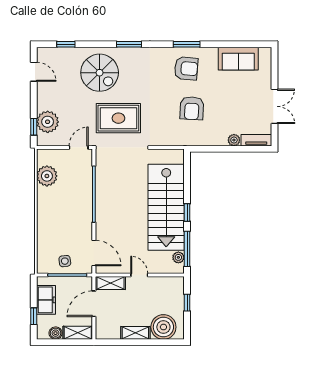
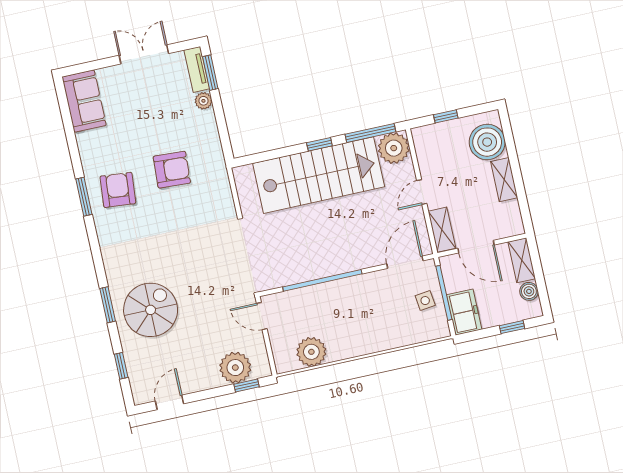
window: (129, 44) -> (108, 305), moved
sofa: (238, 59) -> (84, 101), moved
rug: (118, 118) -> (208, 269), removed
window: (252, 149) -> (210, 73), added
plant: (178, 257) -> (394, 148), width x1.88, depth x1.88
freezer: (46, 300) -> (464, 312), moved, turned 90

